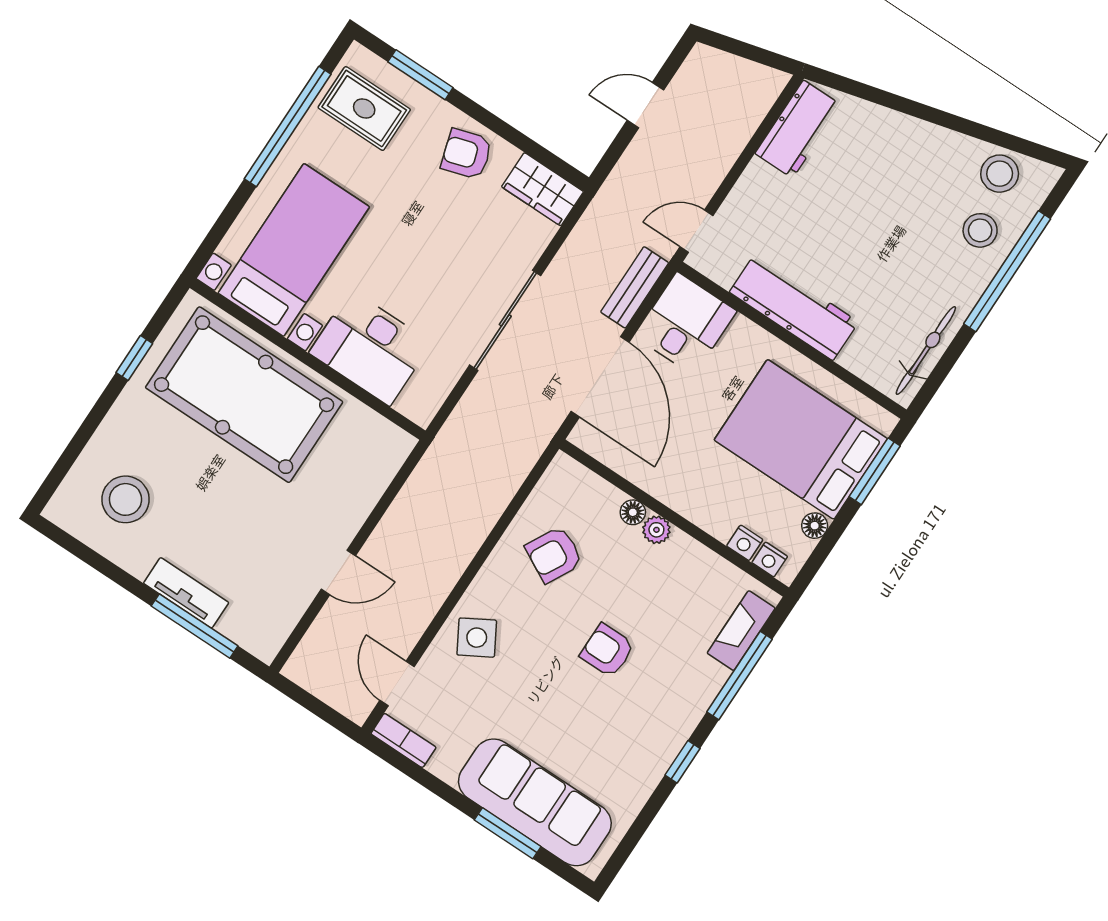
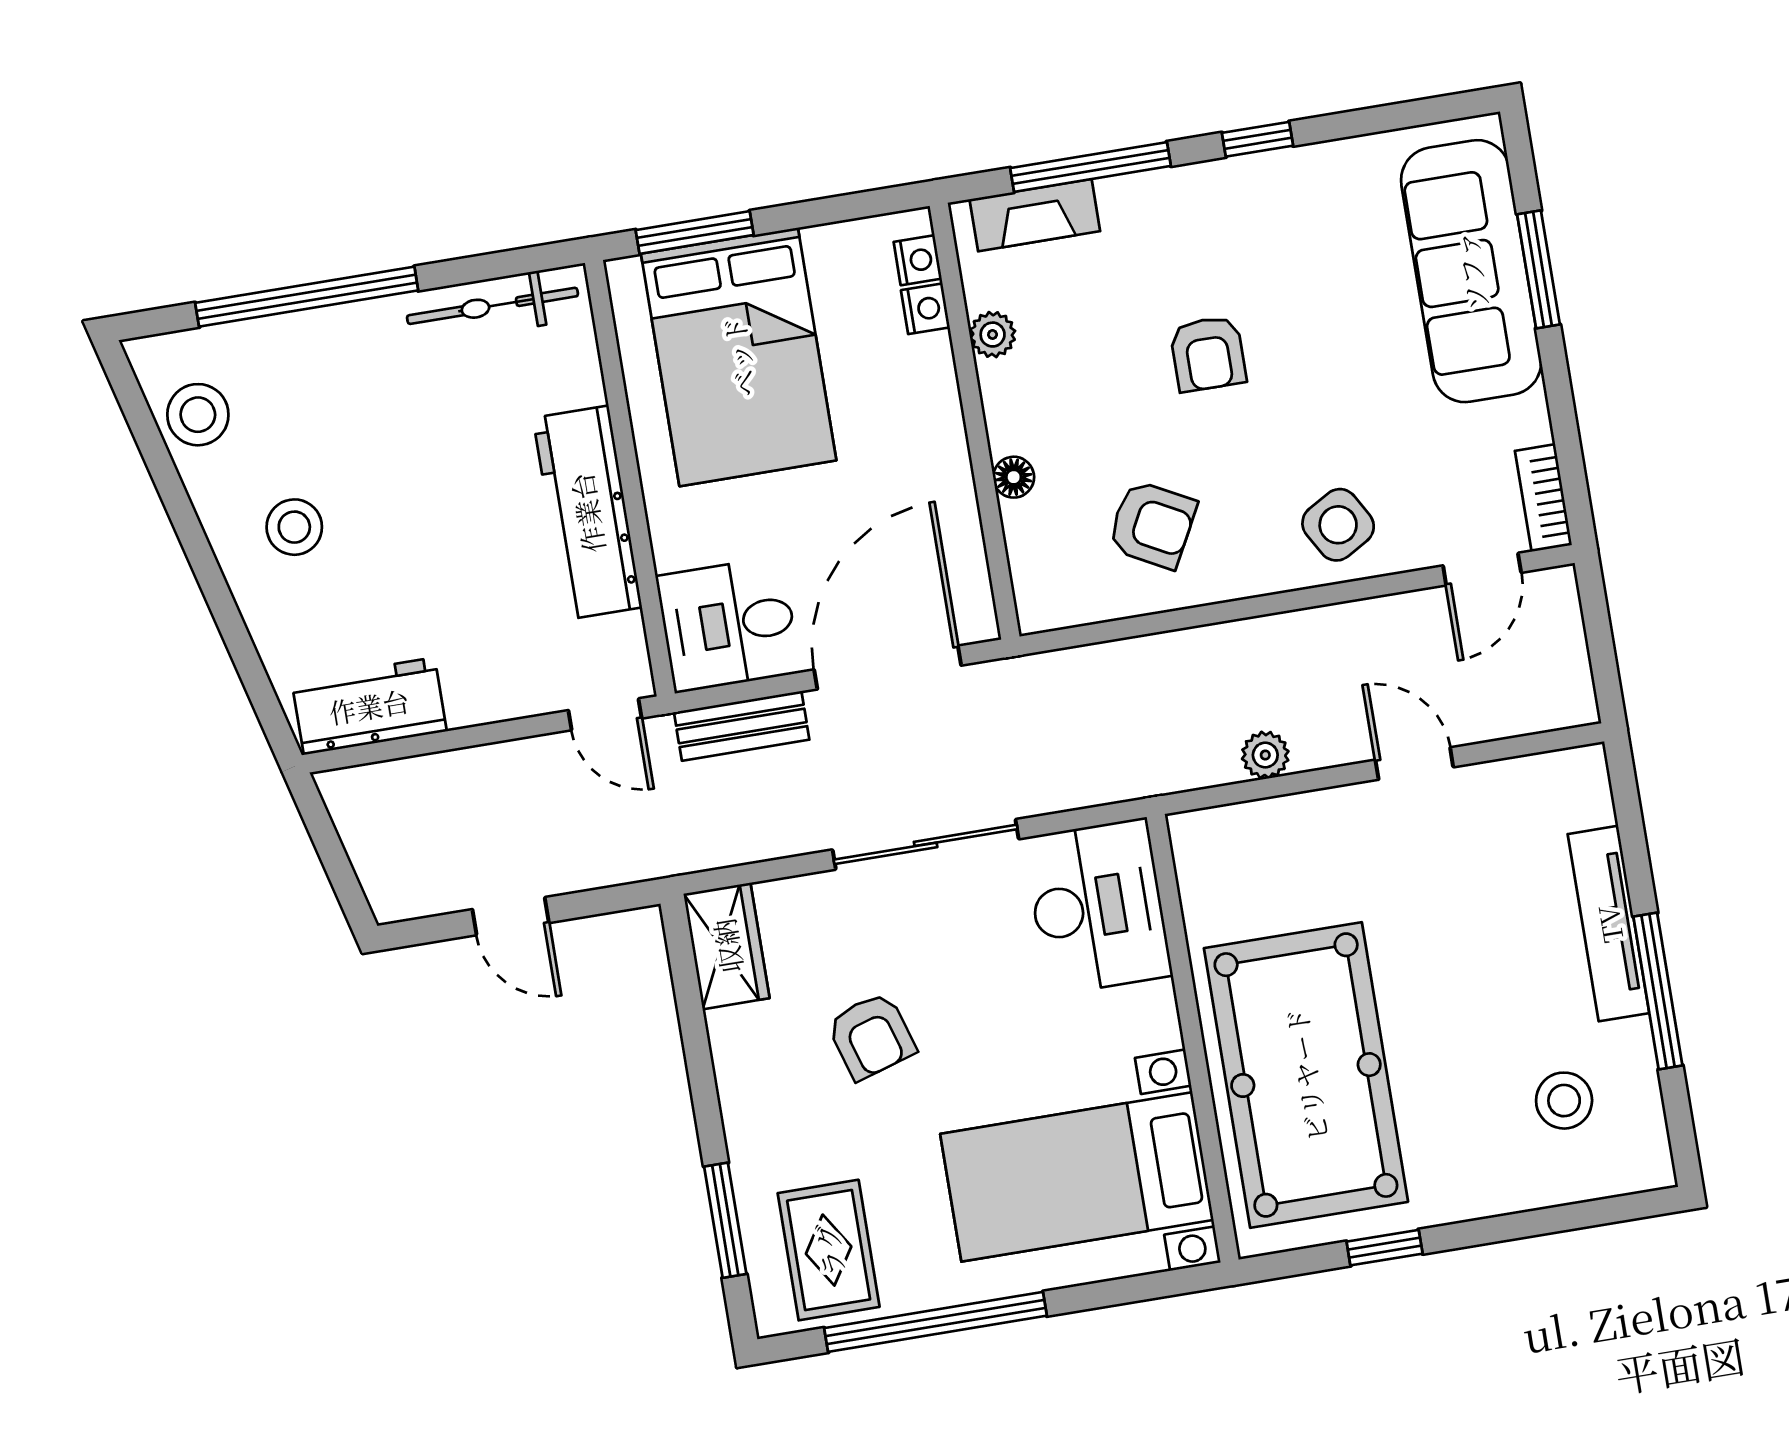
armchair: (466, 154) -> (871, 1036), moved
stool: (980, 230) -> (294, 527), moved
desk: (370, 348) -> (1098, 907), moved
stool: (126, 499) -> (1564, 1101), width x0.73, depth x0.73
plant: (404, 509) -> (1265, 755), added
floor lamp: (815, 526) -> (827, 244), removed
plant: (656, 530) -> (993, 335), moved
tv unit: (186, 593) -> (1609, 924), width x1.41
window: (195, 626) -> (1658, 991), moved

